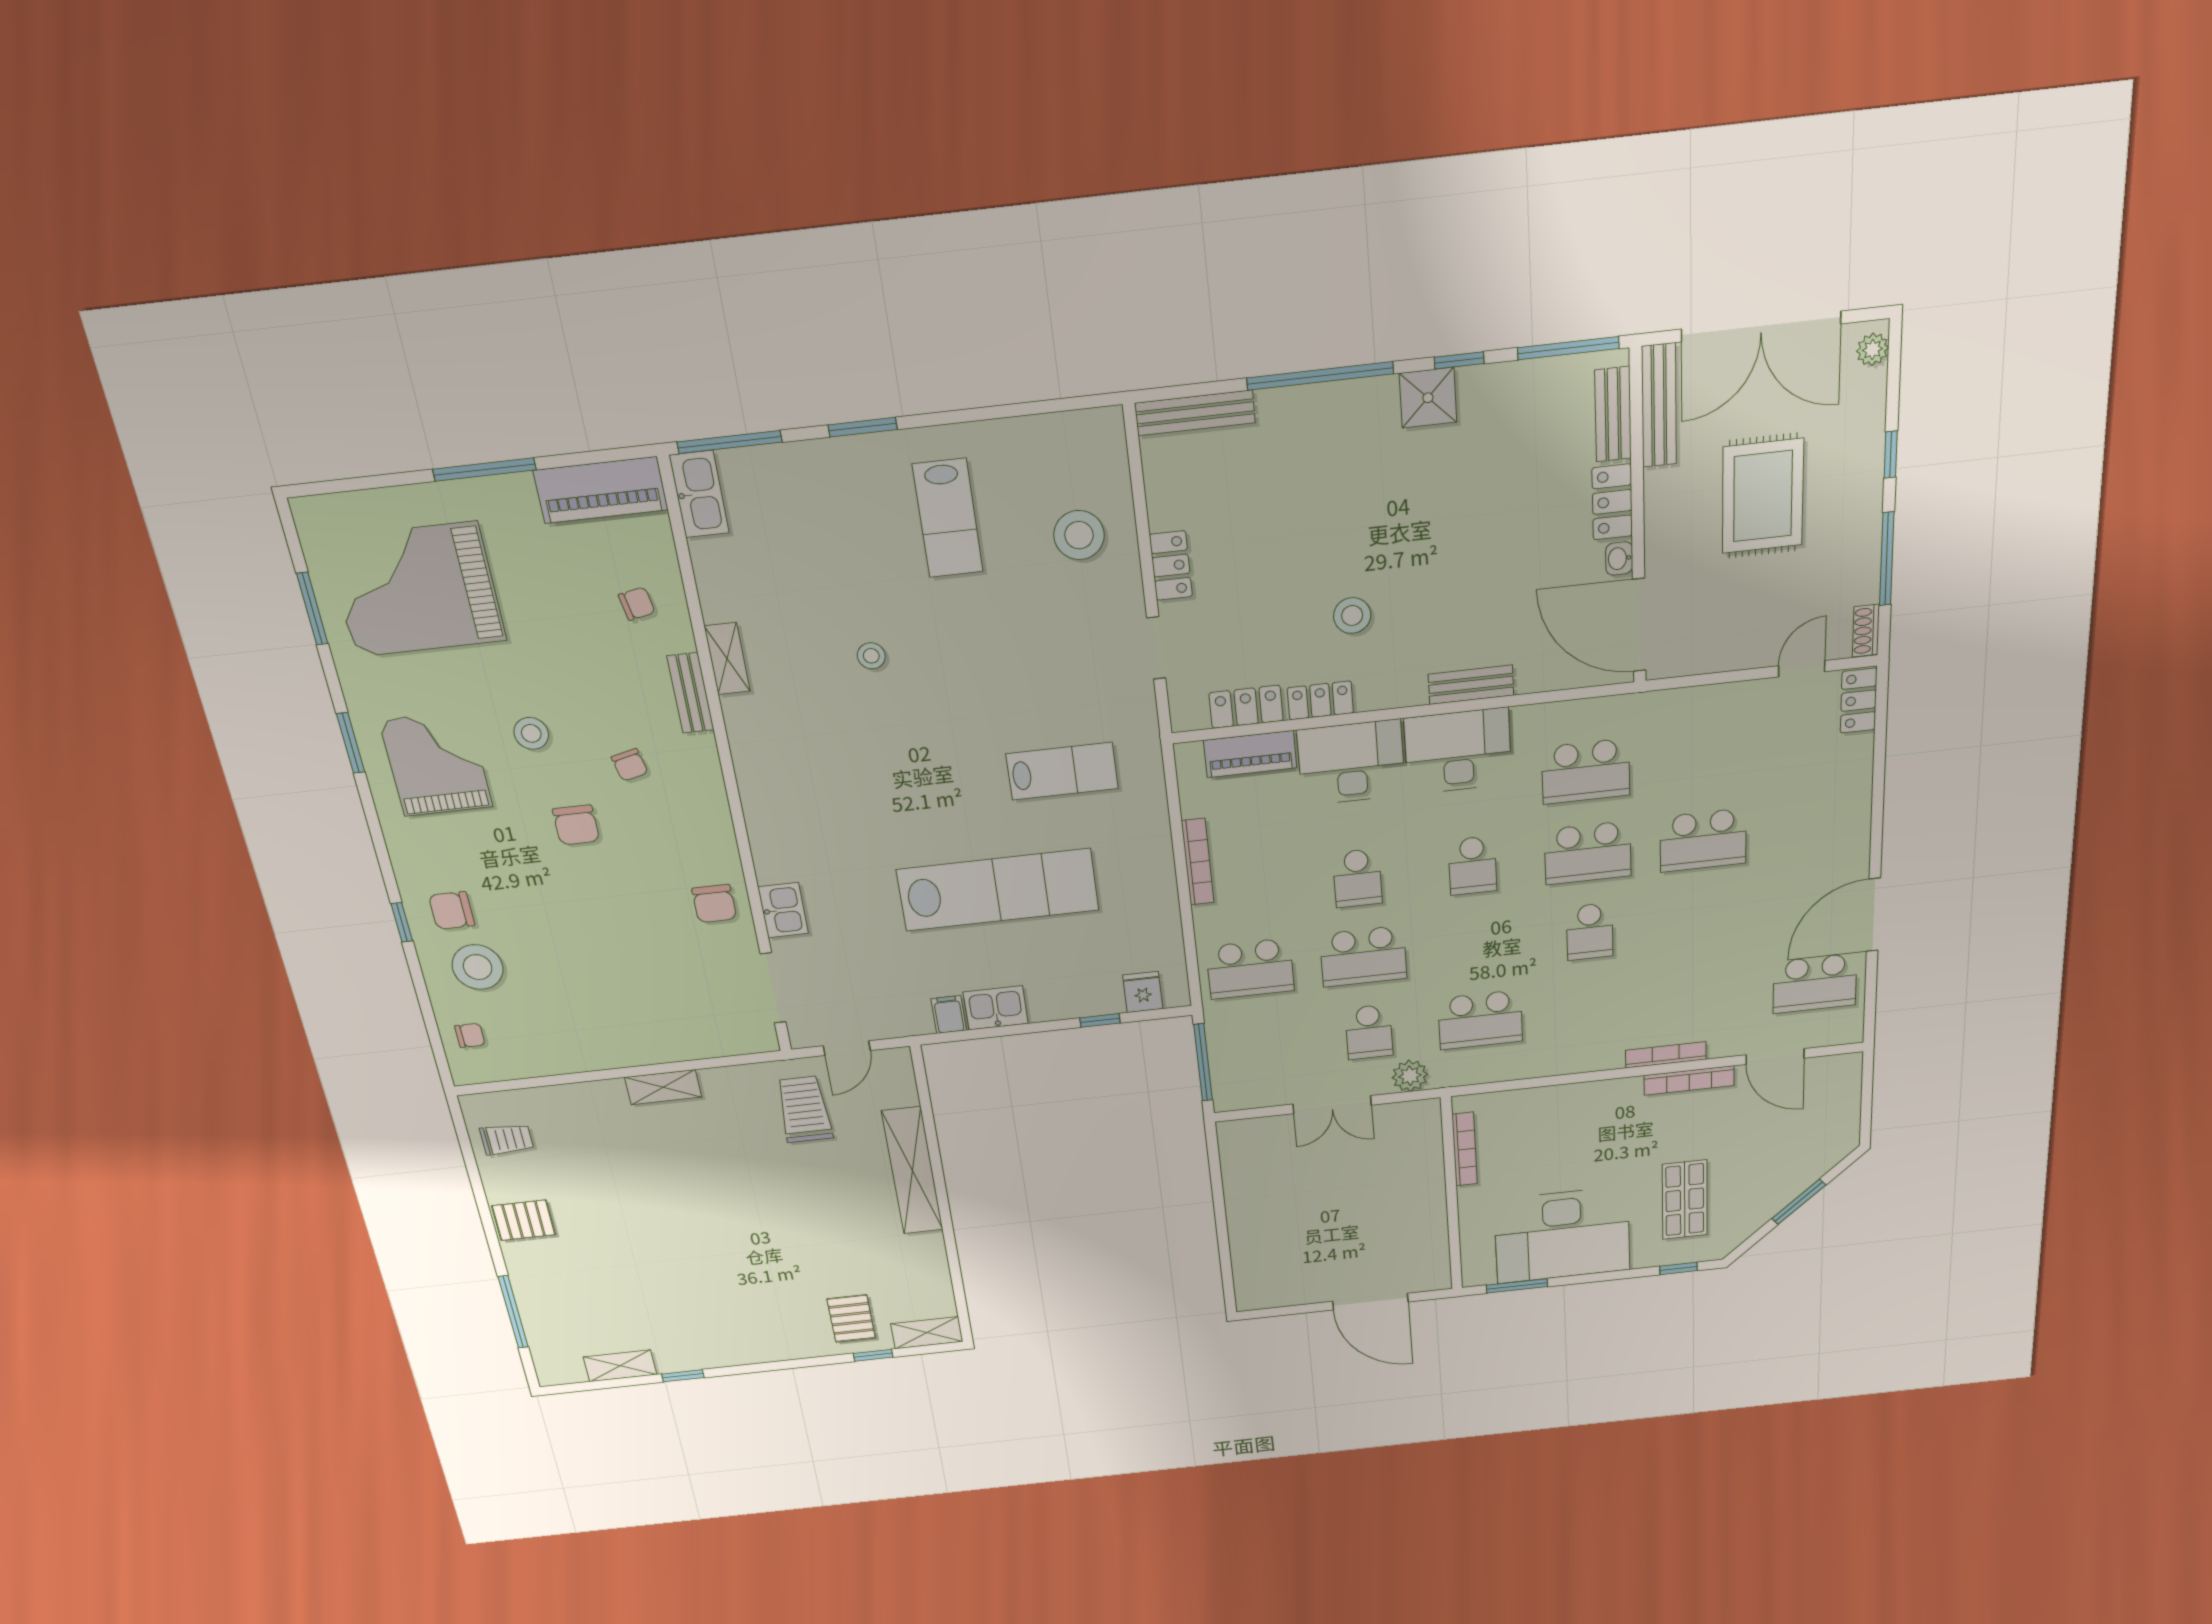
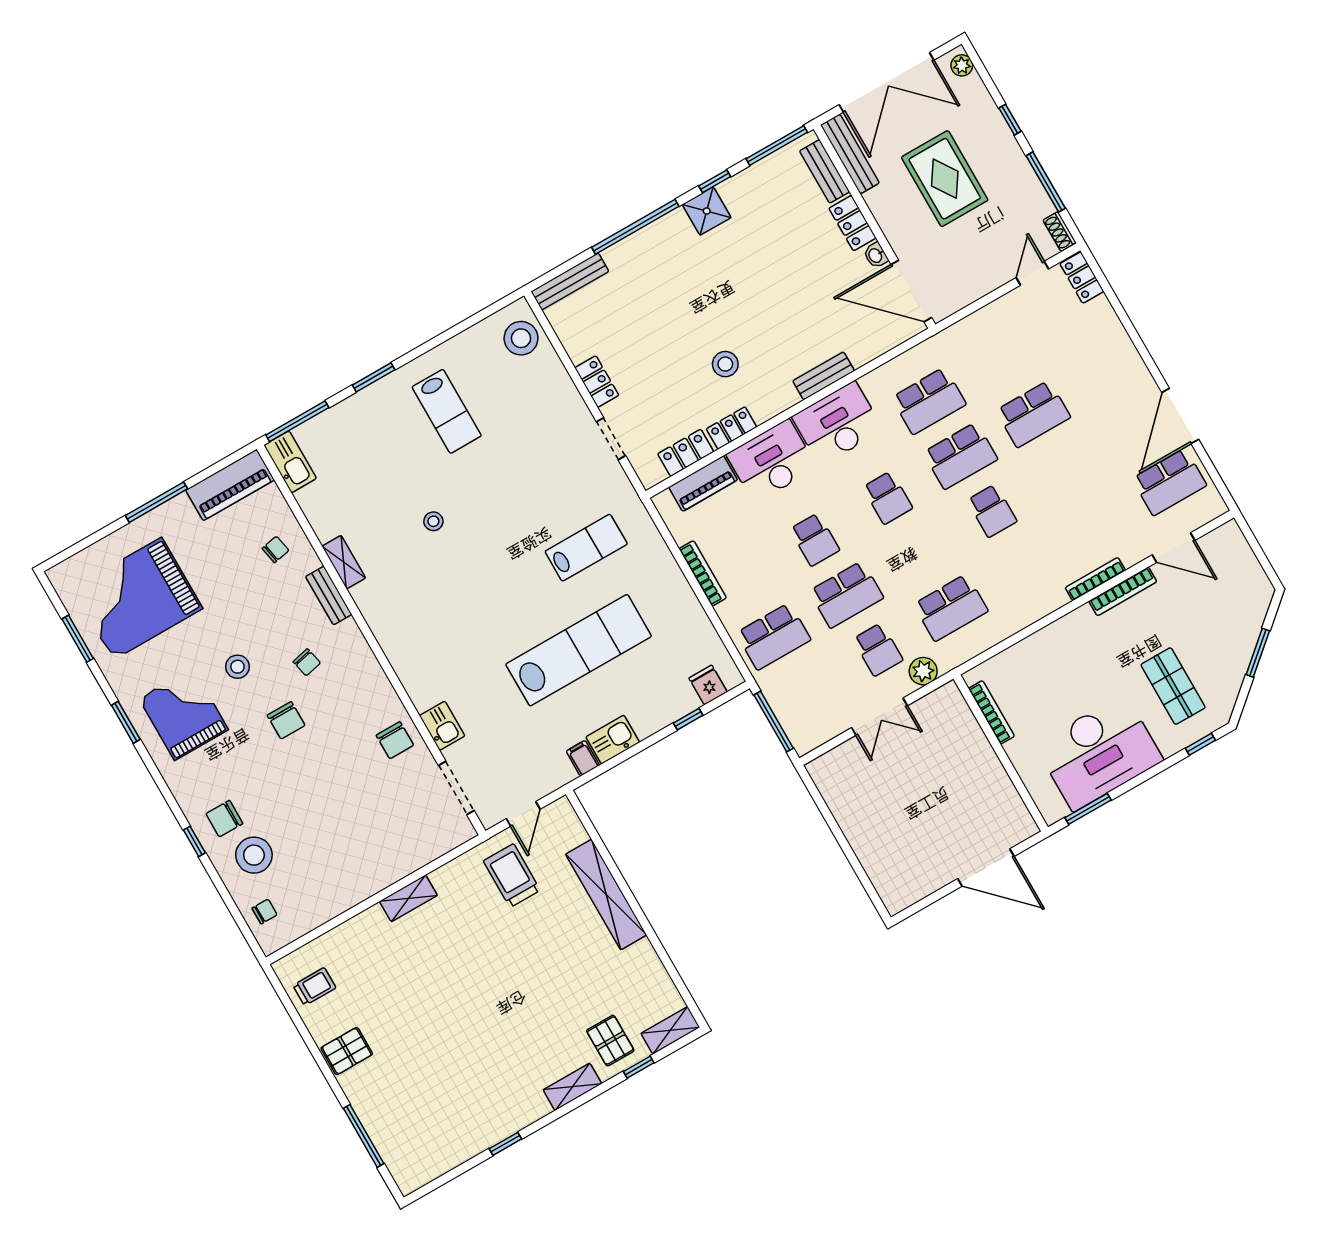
stool: (1079, 535) -> (521, 338), moved
shelving: (620, 1366) -> (572, 1087), moved

